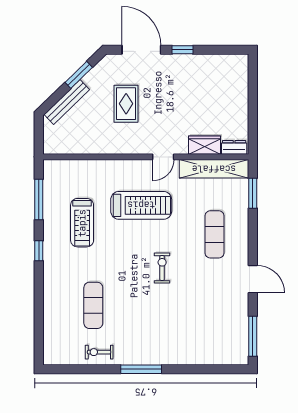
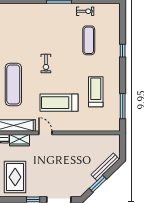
rug: (126, 104) -> (15, 177), moved, width x1.36, depth x1.43
door: (163, 157) -> (45, 133), hinge flipped
exercise mat: (214, 234) -> (13, 85), width x1.36, depth x1.45
window: (39, 251) -> (123, 51), moved

